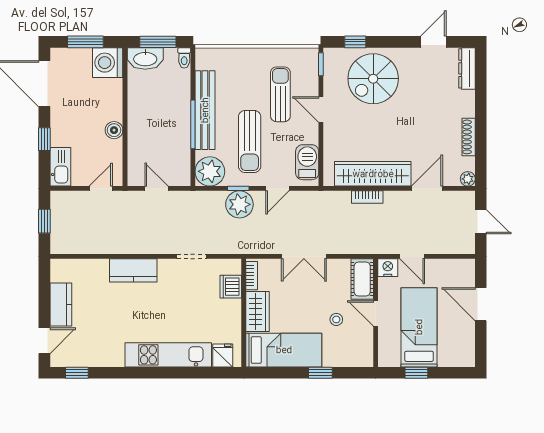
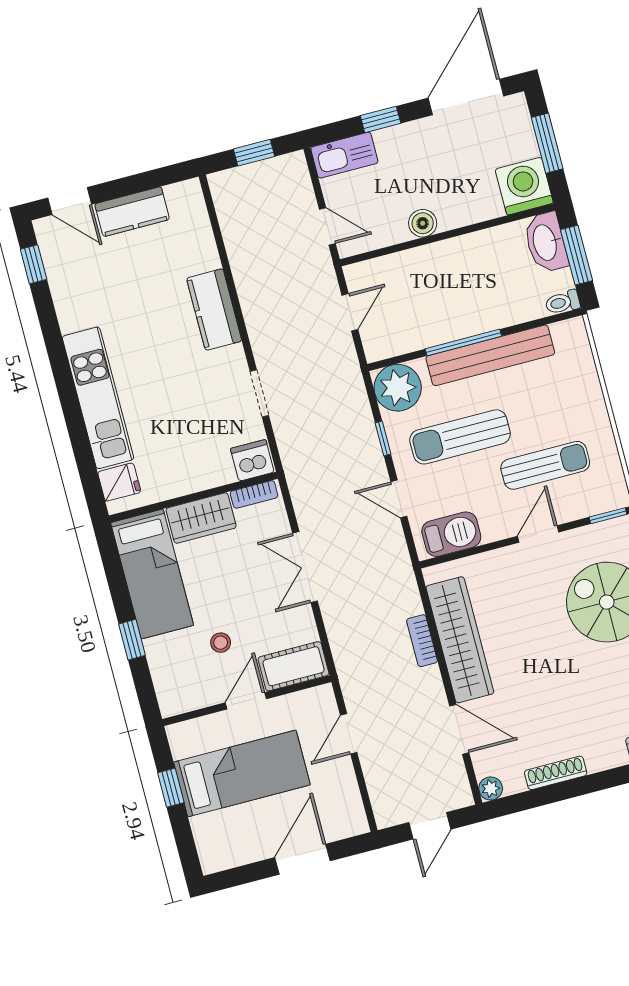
plant: (239, 204) -> (359, 447), removed
nightstand: (388, 268) -> (321, 701), removed
dishwasher: (231, 287) -> (252, 460), moved

